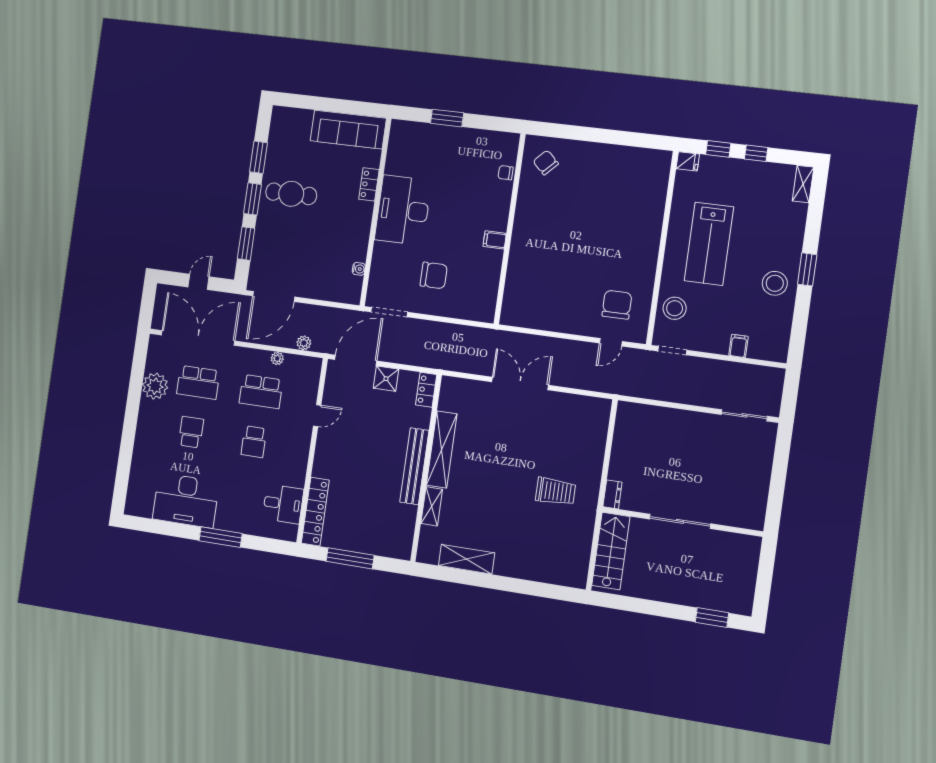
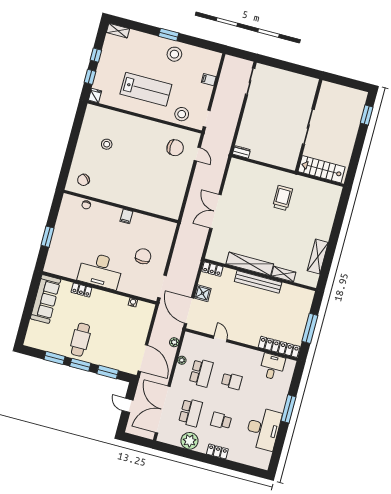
stool: (609, 192) -> (107, 144), added
chair: (617, 305) -> (175, 148), turned 180
locker: (144, 432) -> (217, 451), added
dresser: (612, 494) -> (241, 152), moved

